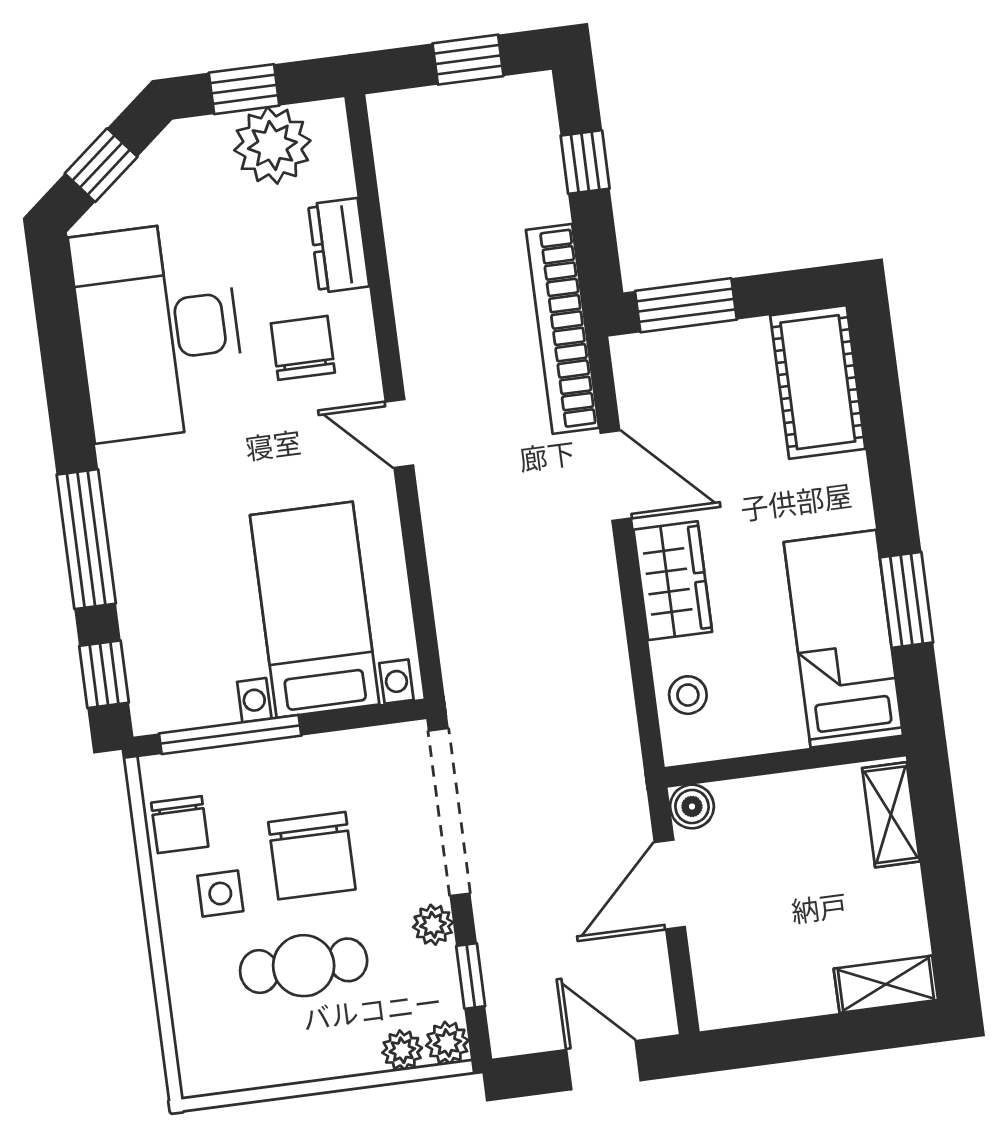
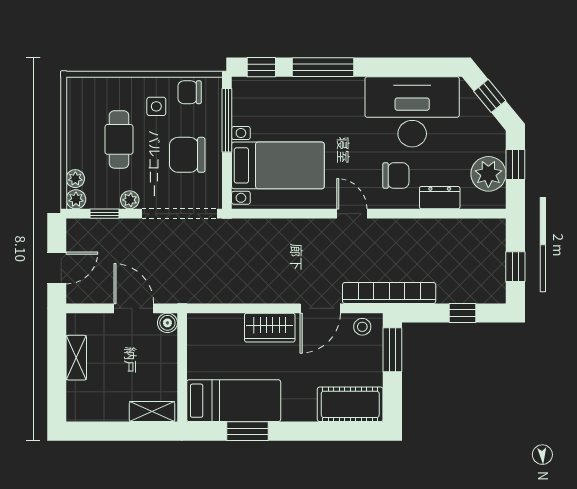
door: (399, 434) -> (352, 214), hinge flipped
stool: (688, 695) -> (362, 327), moved
chair: (312, 856) -> (187, 155), moved
shelving: (886, 984) -> (76, 358), moved

